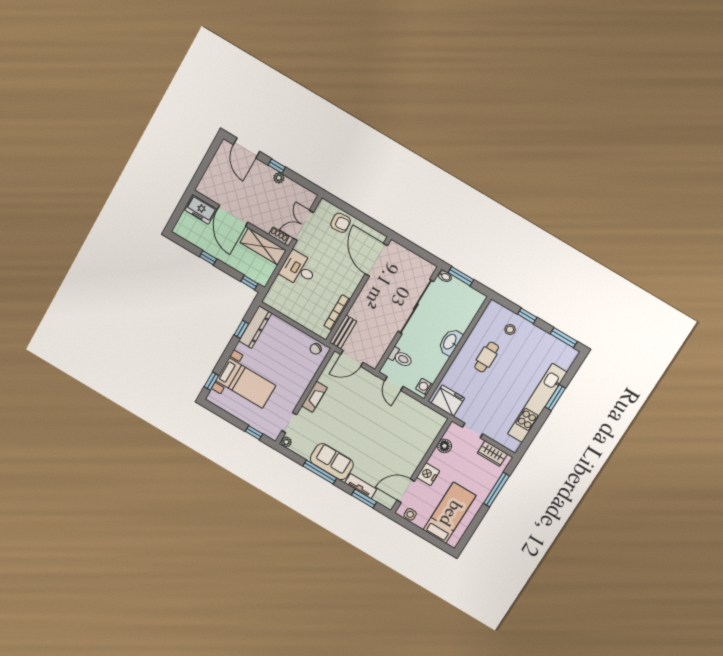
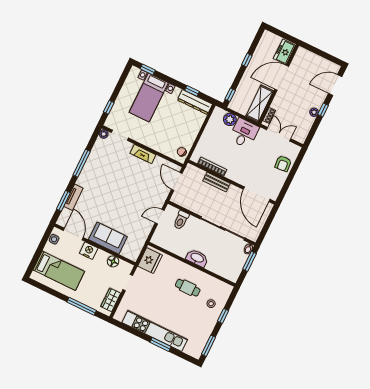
door: (376, 260) -> (257, 194), swing flipped
plant: (280, 285) -> (230, 119), added
bench: (343, 332) -> (217, 182), moved
washing machine: (424, 387) -> (159, 241), removed
sofa: (332, 462) -> (108, 238), moved, turned -90

